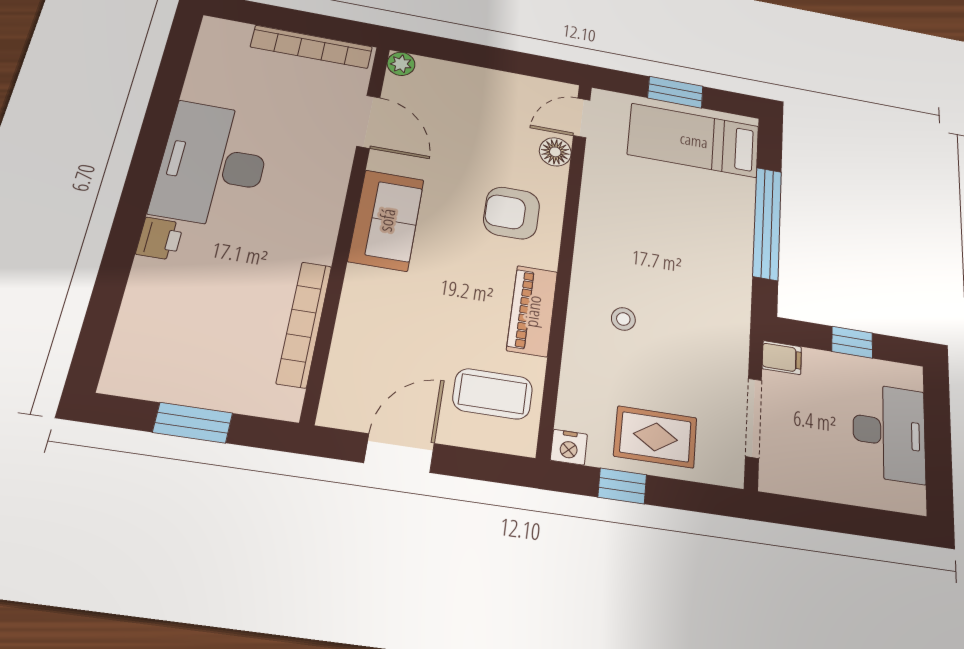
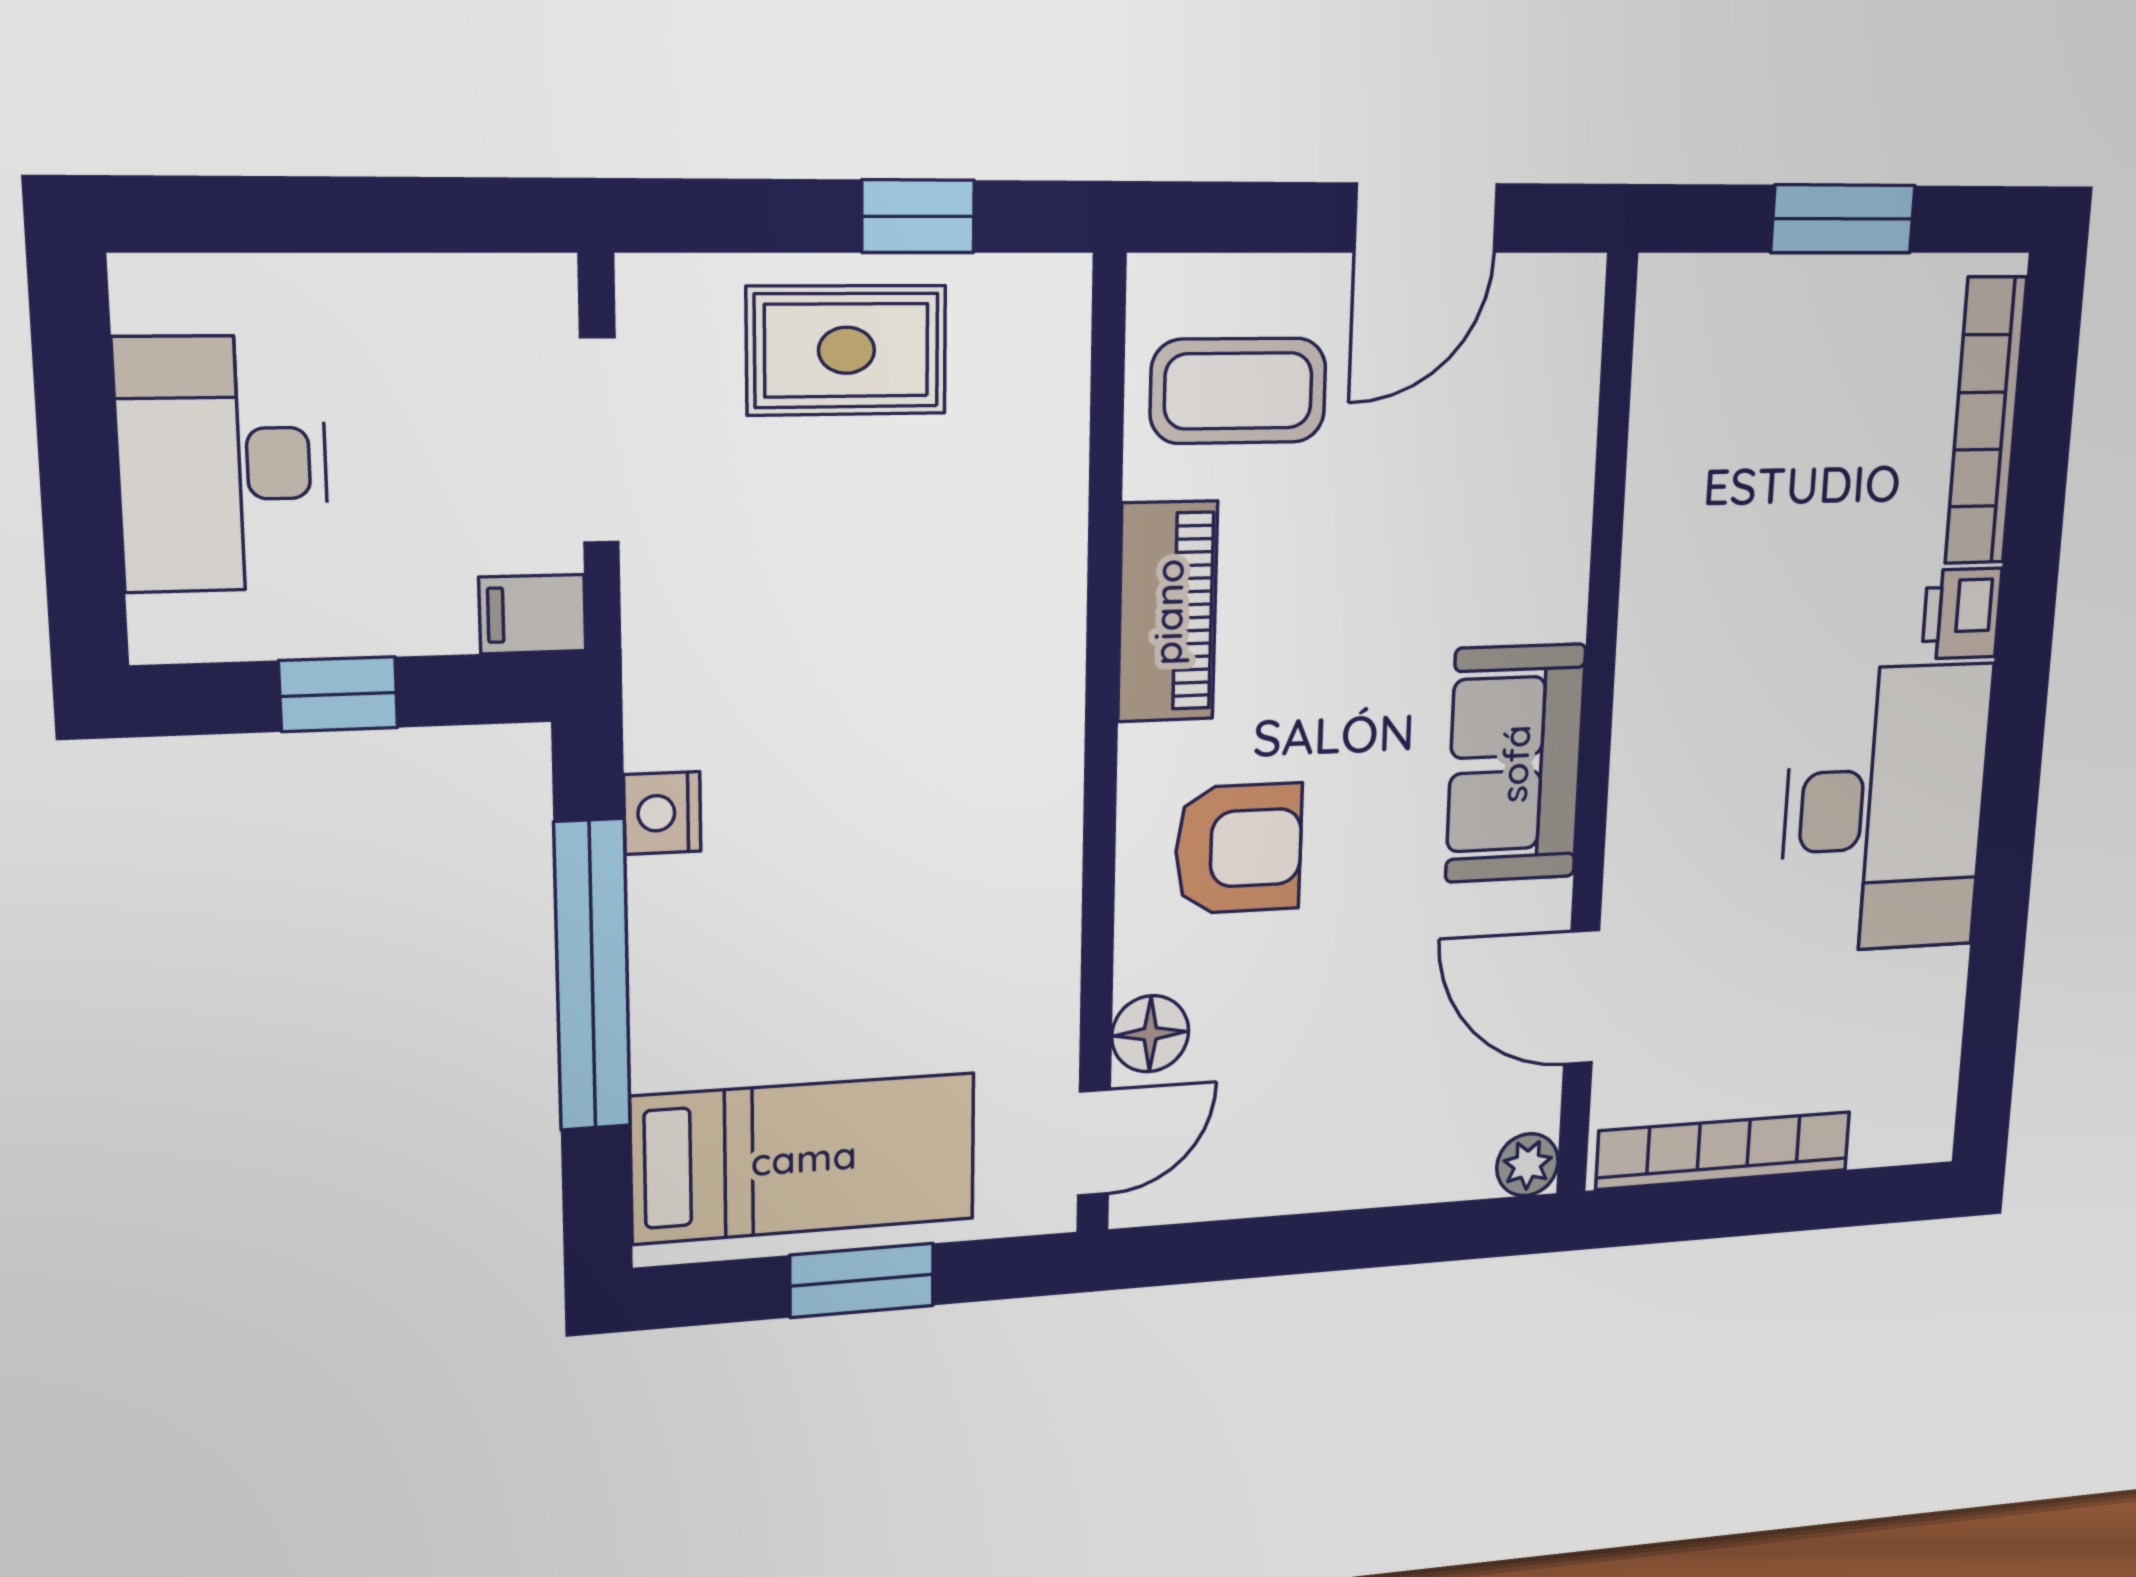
stool: (623, 319) -> (948, 635), removed
bookcase: (304, 324) -> (1986, 421), moved, turned 180
nightstand: (569, 447) -> (662, 813), moved, turned -90

